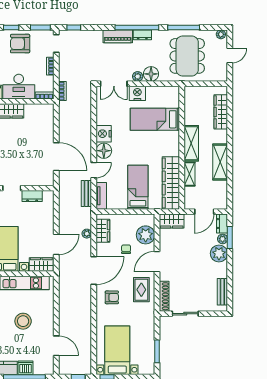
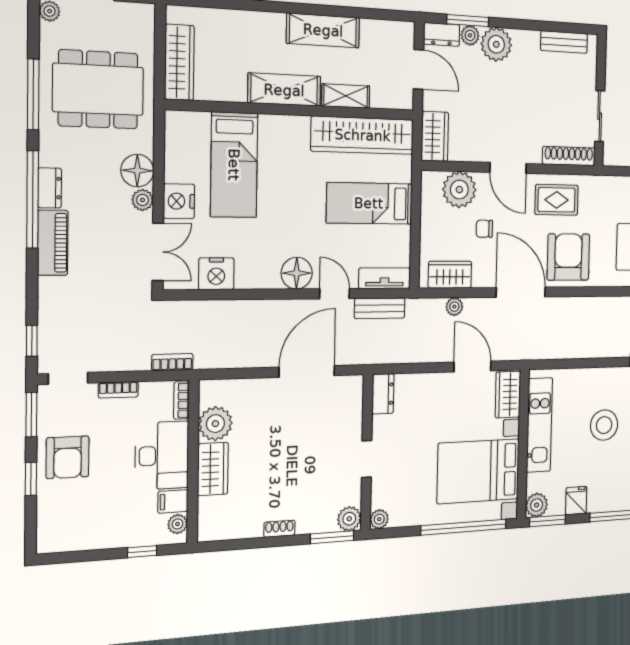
plant: (33, 112) -> (215, 424), added
wardrobe: (221, 112) -> (179, 62), moved, turned -90
nightstand: (104, 134) -> (216, 274), moved
dresser: (32, 196) -> (383, 394), moved
armchair: (112, 297) -> (568, 257), width x1.88, depth x1.88

